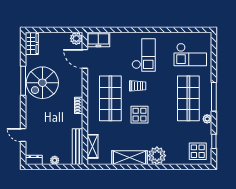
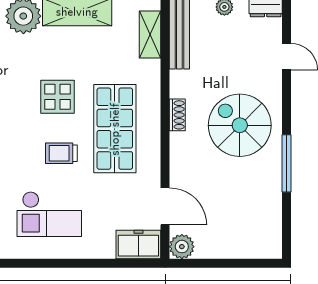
wardrobe: (32, 44) -> (270, 236), removed
checkout: (144, 55) -> (49, 214), turned -90
spiral stairs: (42, 83) -> (240, 125), moved, turned -90

